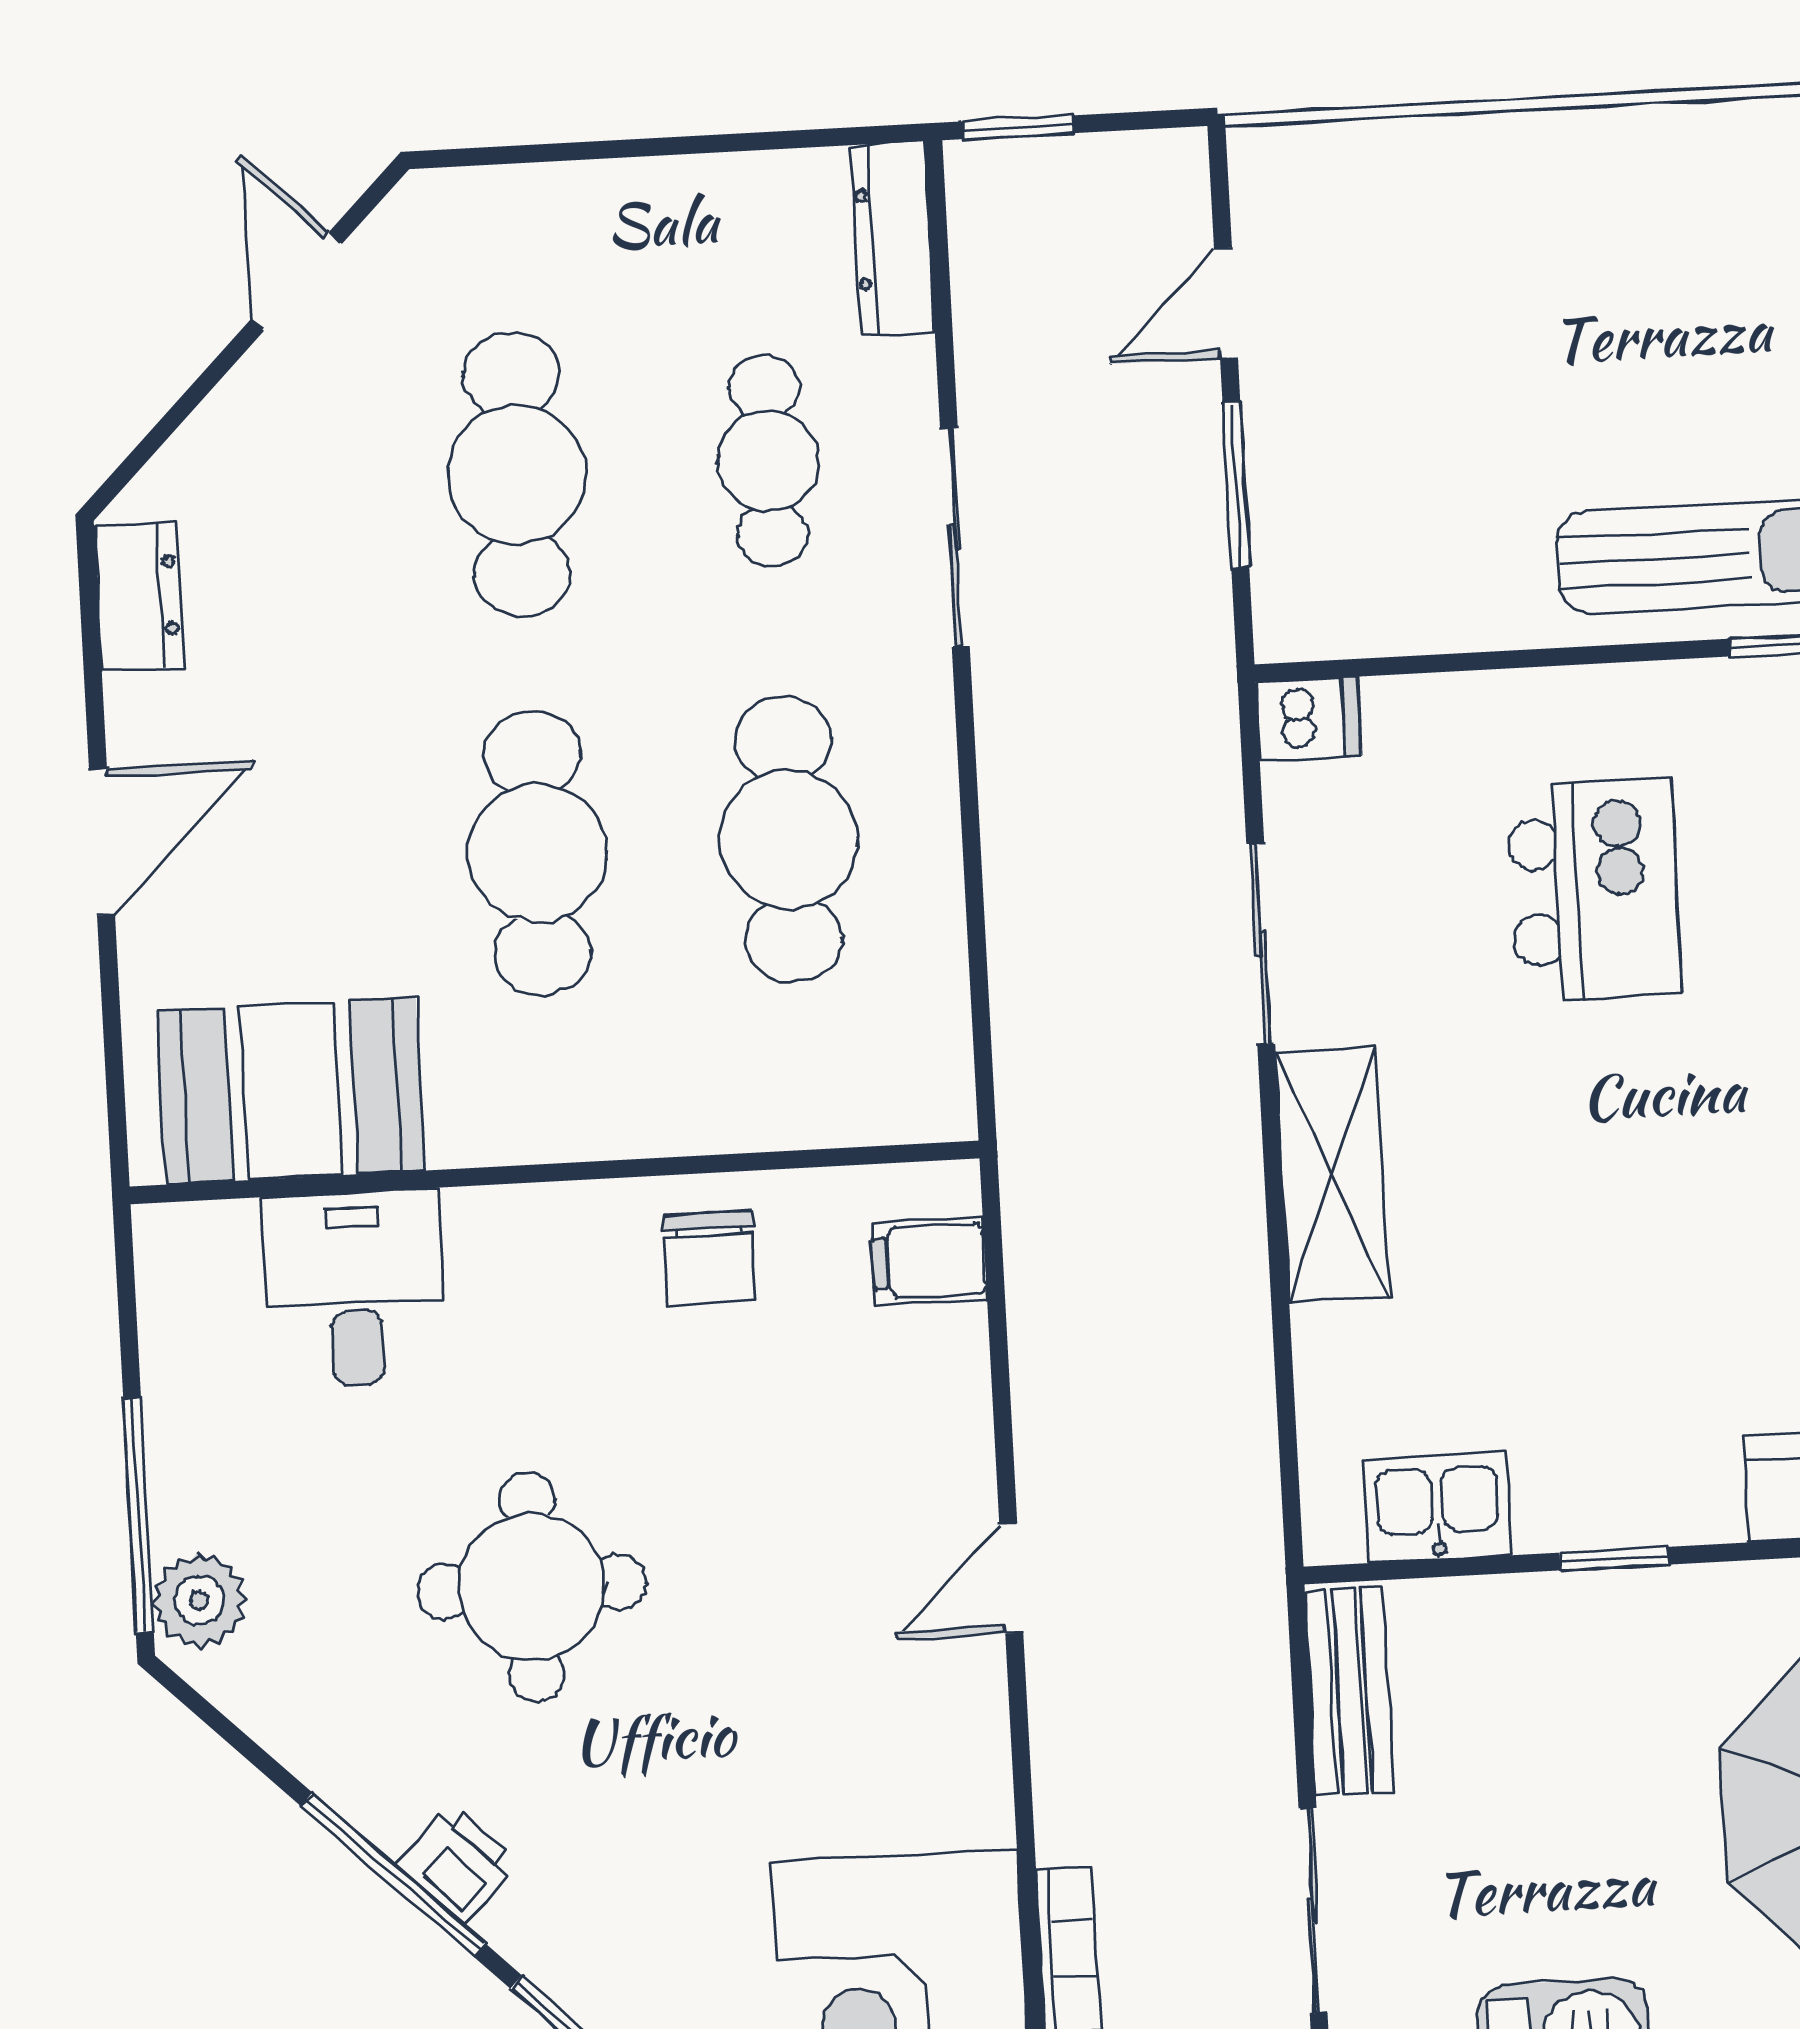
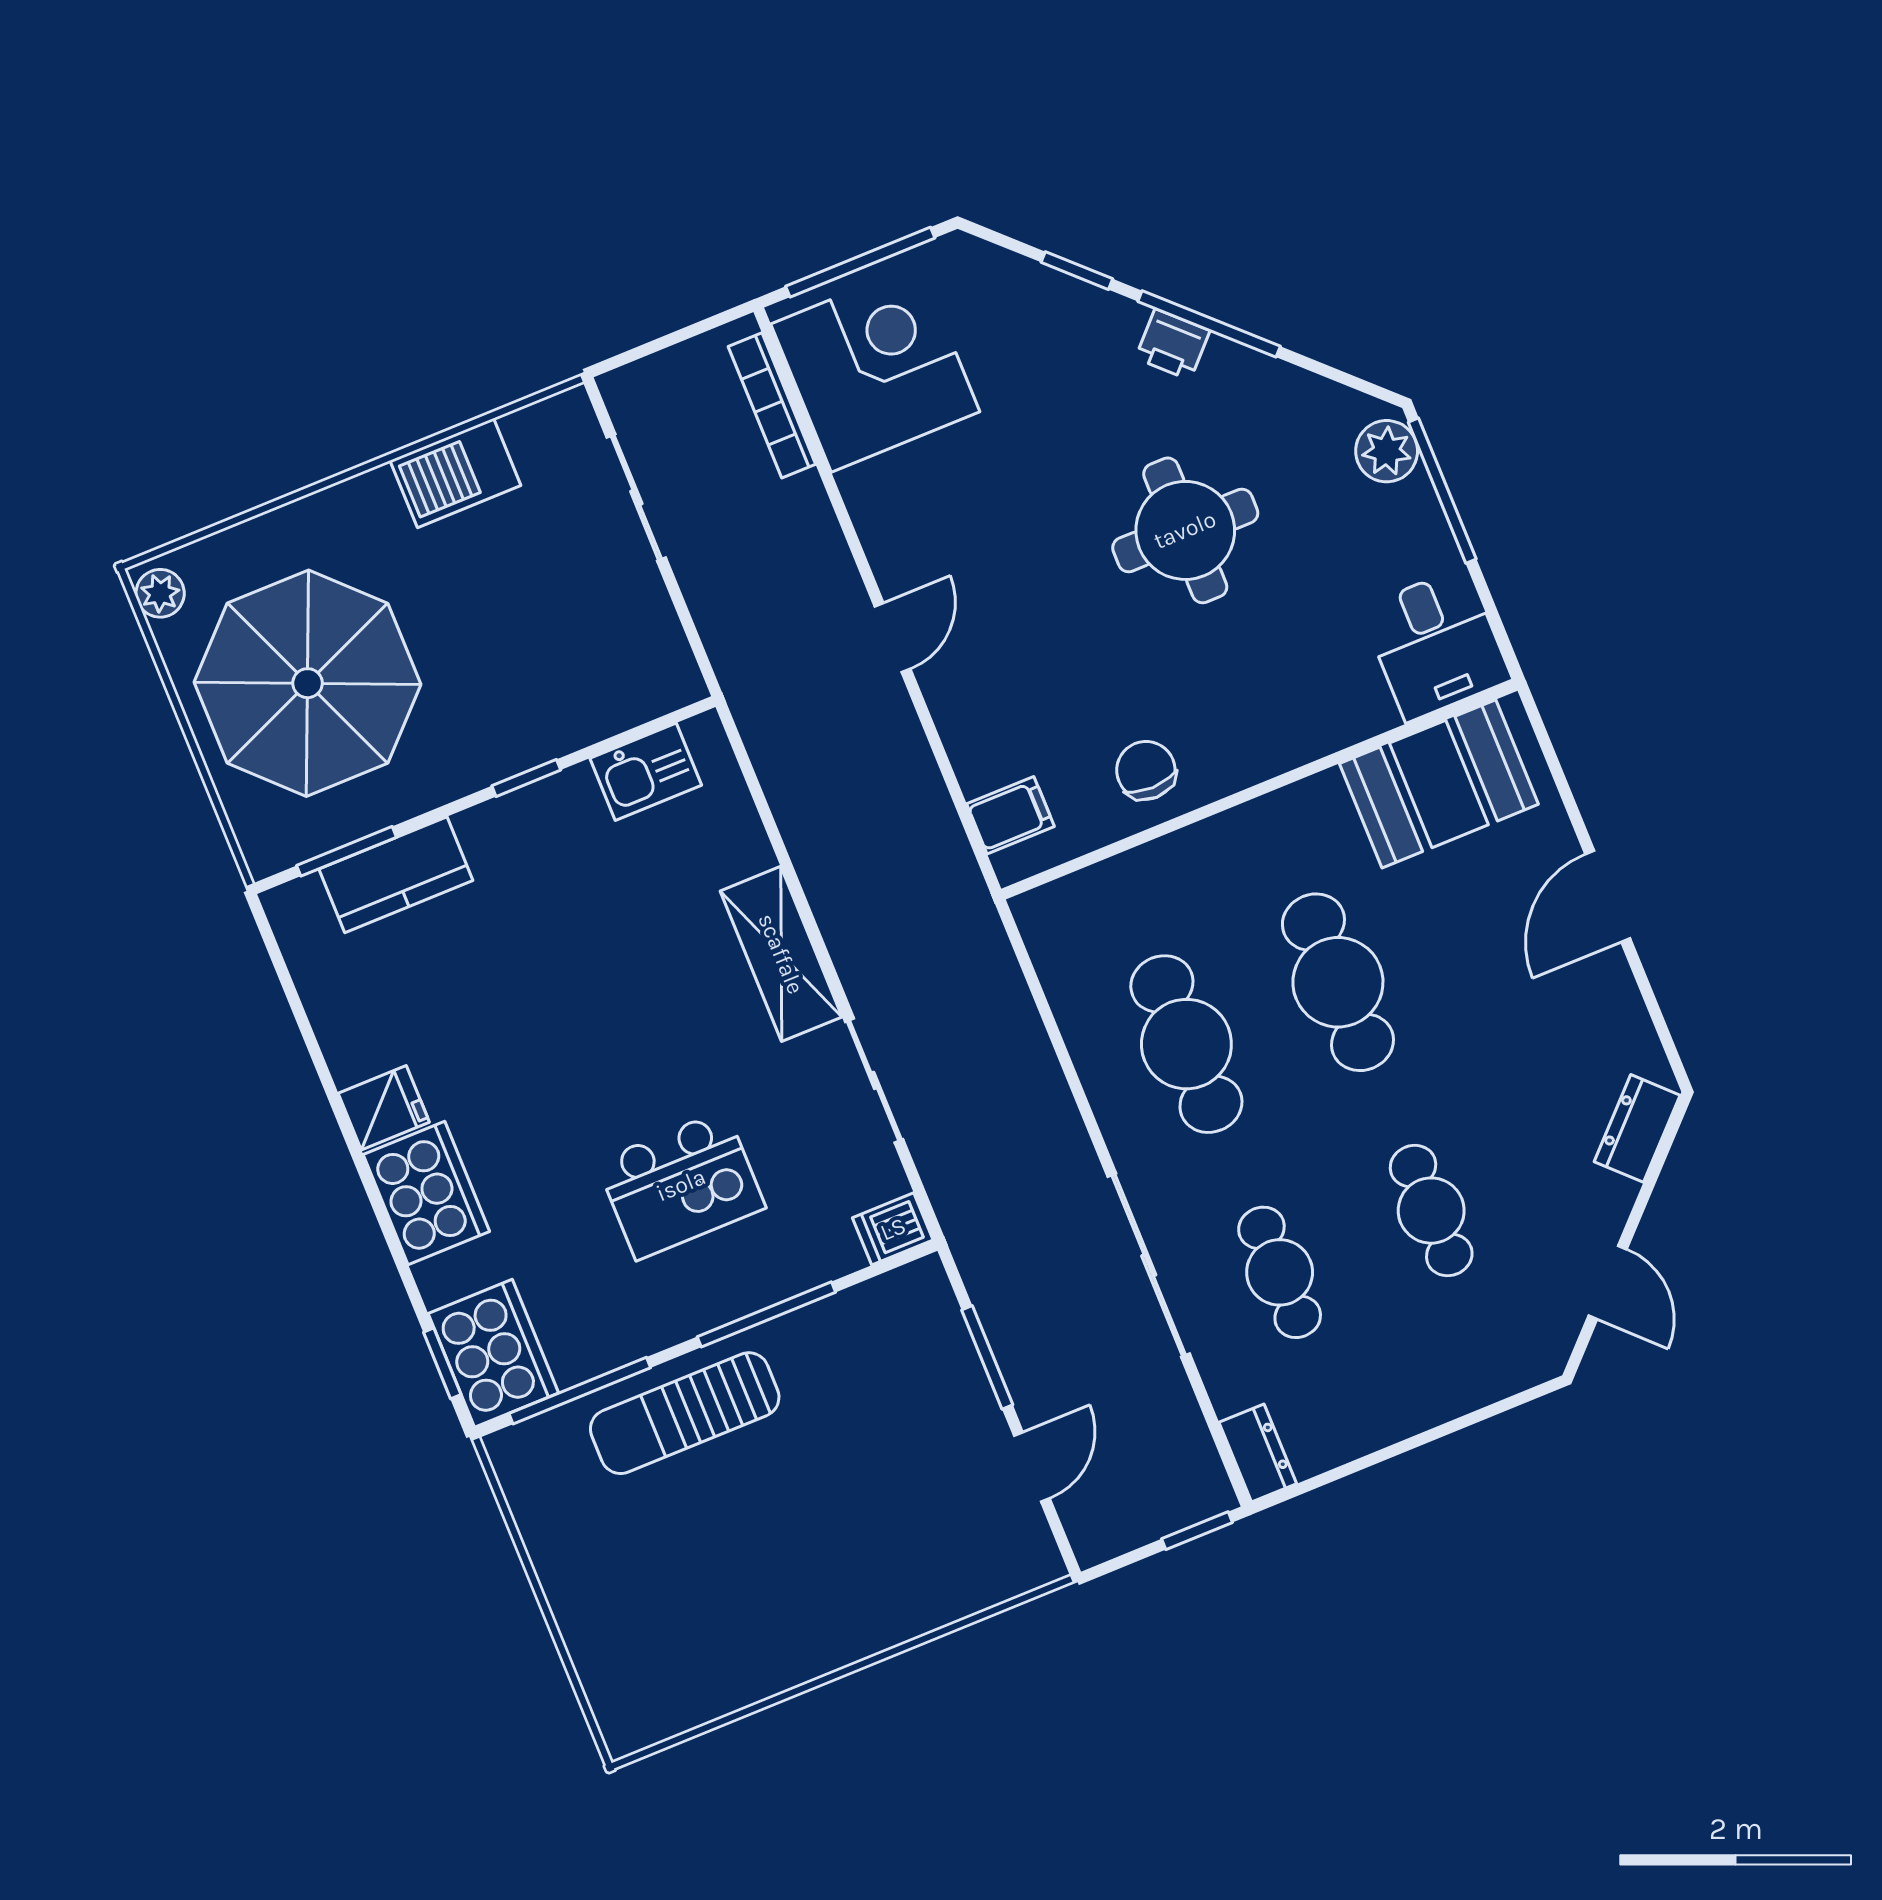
dresser: (892, 239) -> (1258, 1453), width x0.70
cafe table: (517, 475) -> (1431, 1211), width x0.73, depth x0.74
sliding door: (955, 537) -> (1149, 1265), width x1.37
dresser: (139, 597) -> (1637, 1128), moved, turned 45
window: (1535, 658) -> (766, 1314), added
kitchen island: (1594, 890) -> (681, 1185), turned -90
desk: (354, 1288) -> (1436, 644), moved
bench: (1349, 1691) -> (661, 640), removed

